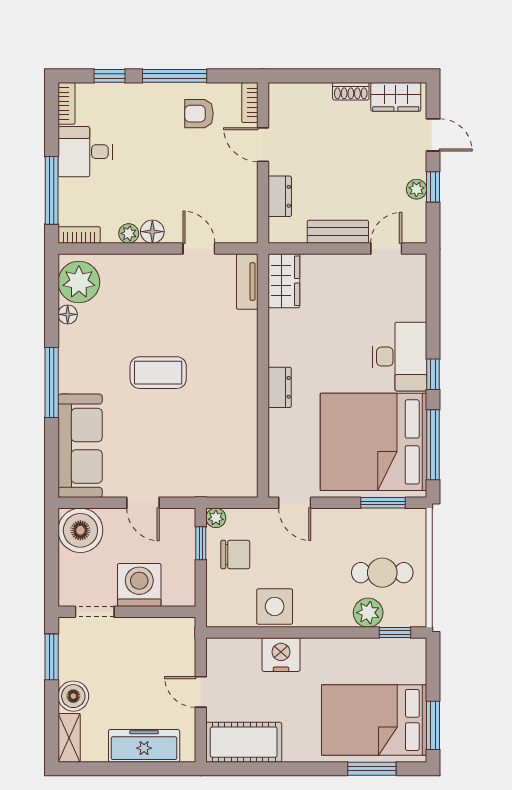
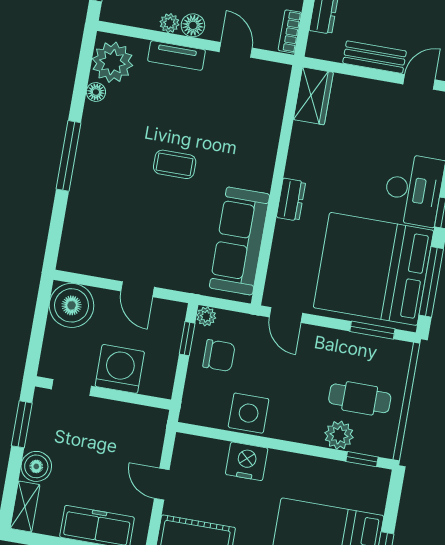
bookcase: (79, 235) -> (290, 31), moved, turned -90
tv unit: (247, 282) -> (176, 55), moved, turned -90
coffee table: (158, 373) -> (175, 164), width x0.73, depth x0.77
sofa: (80, 446) -> (240, 241), moved, turned 180

